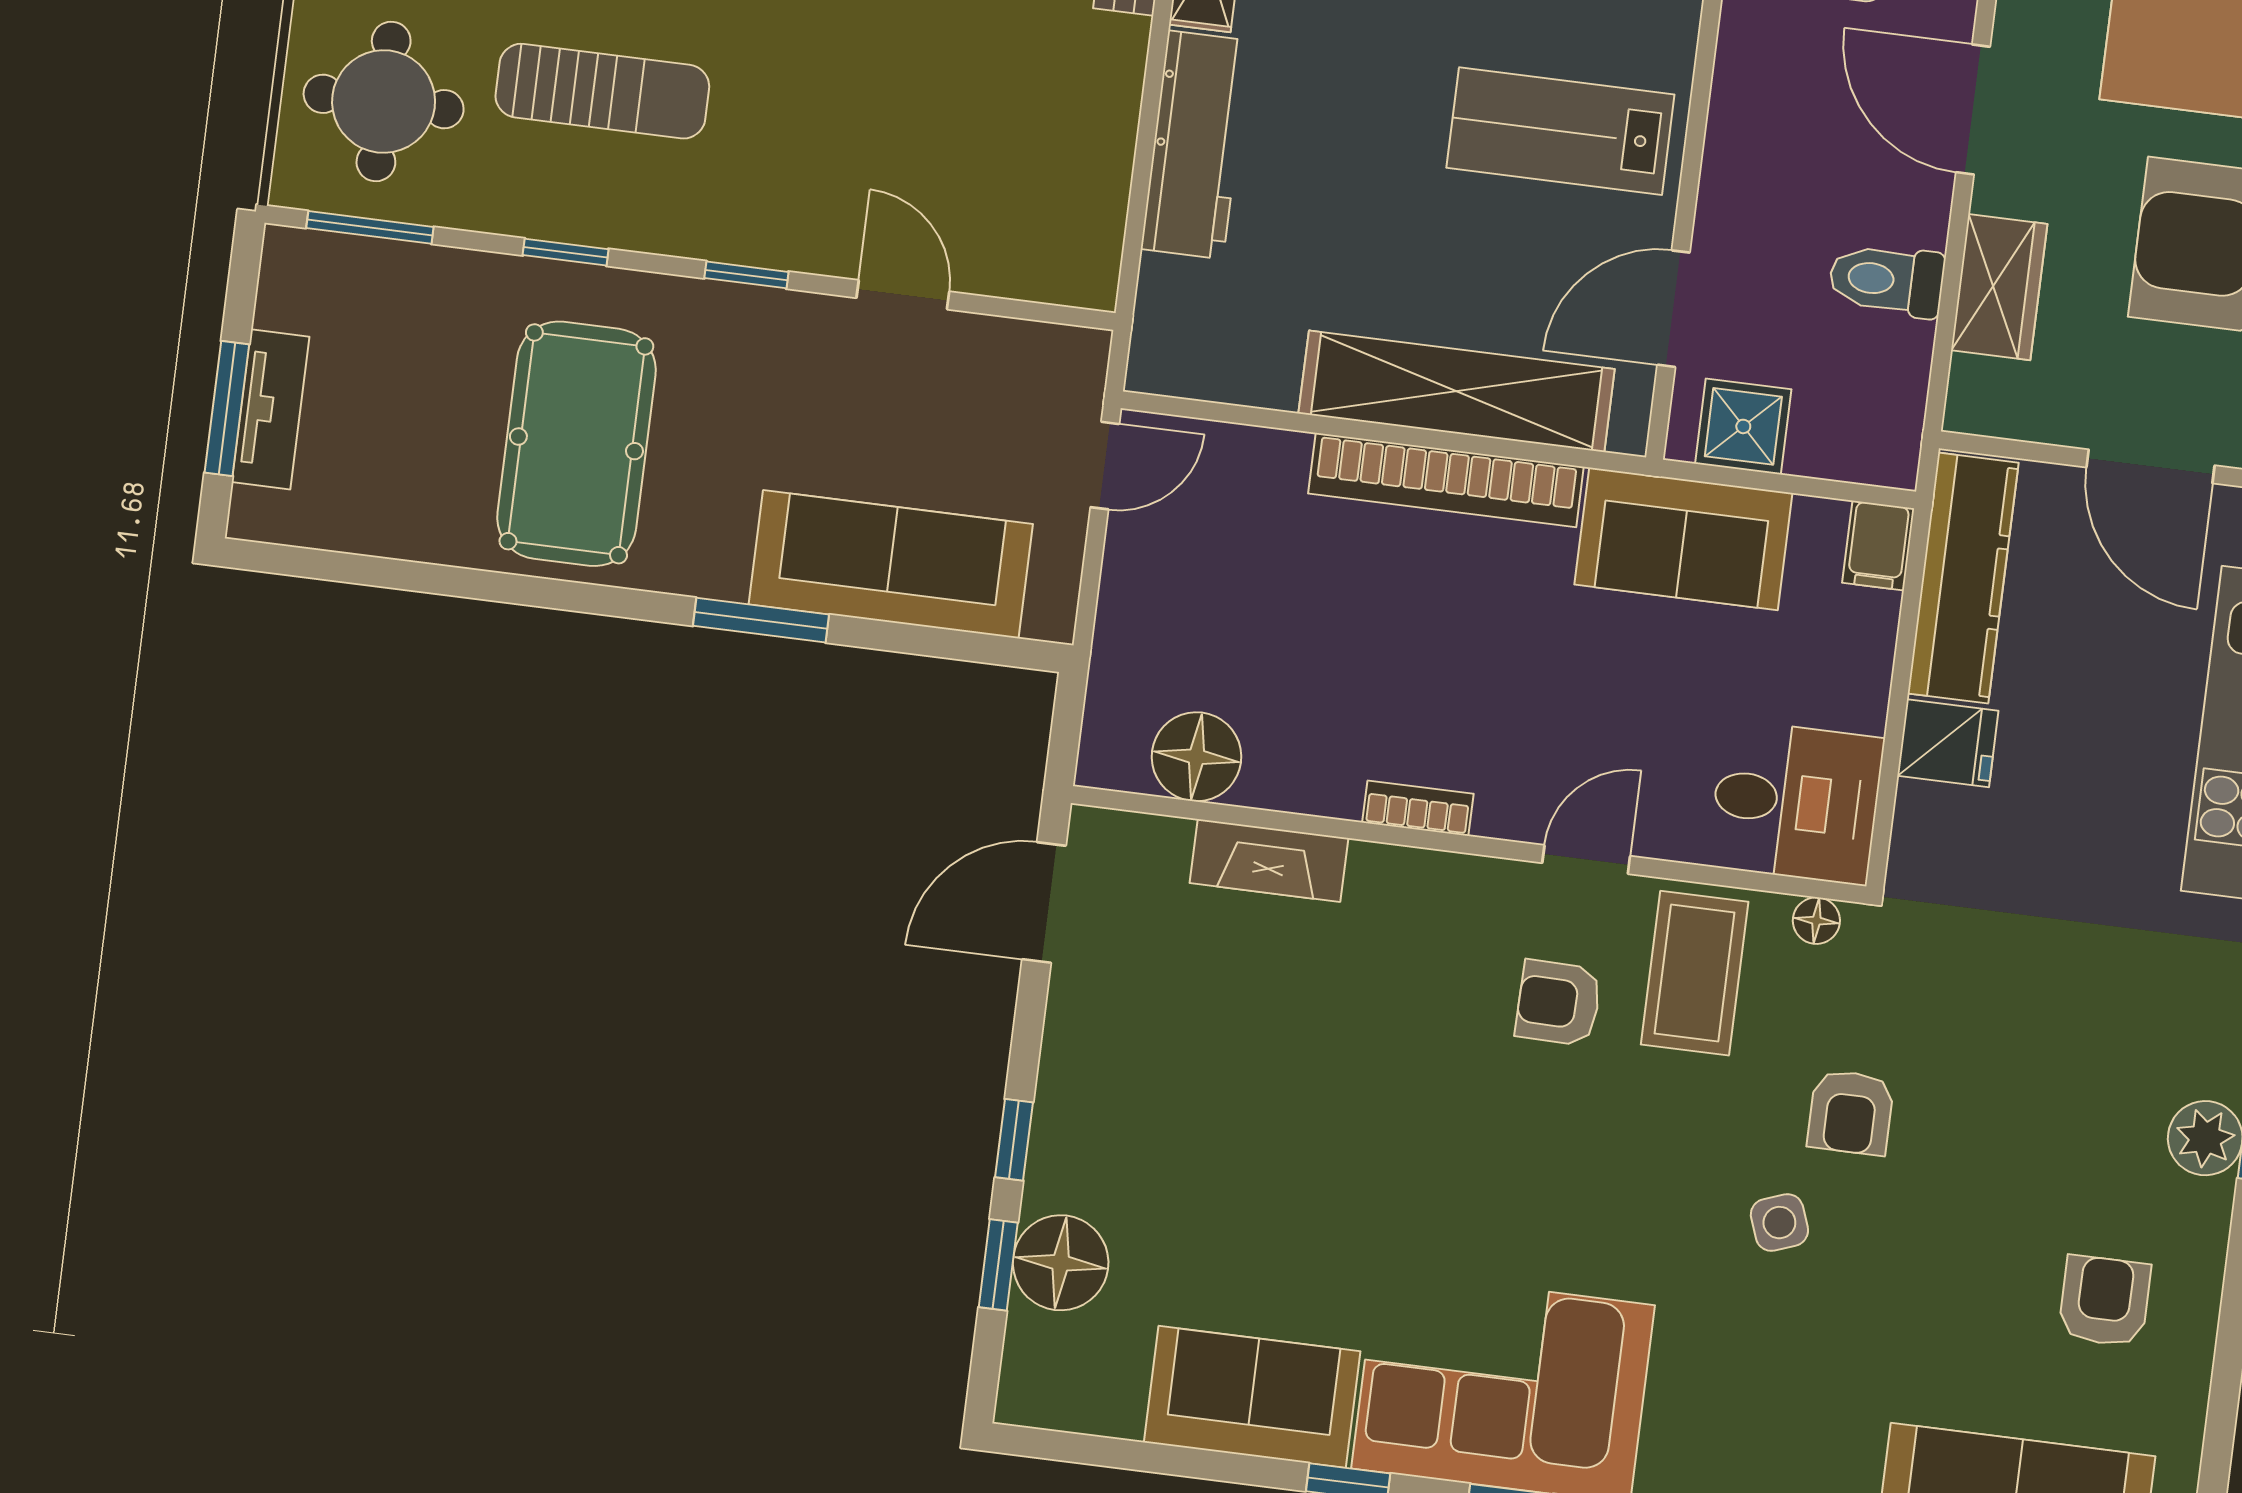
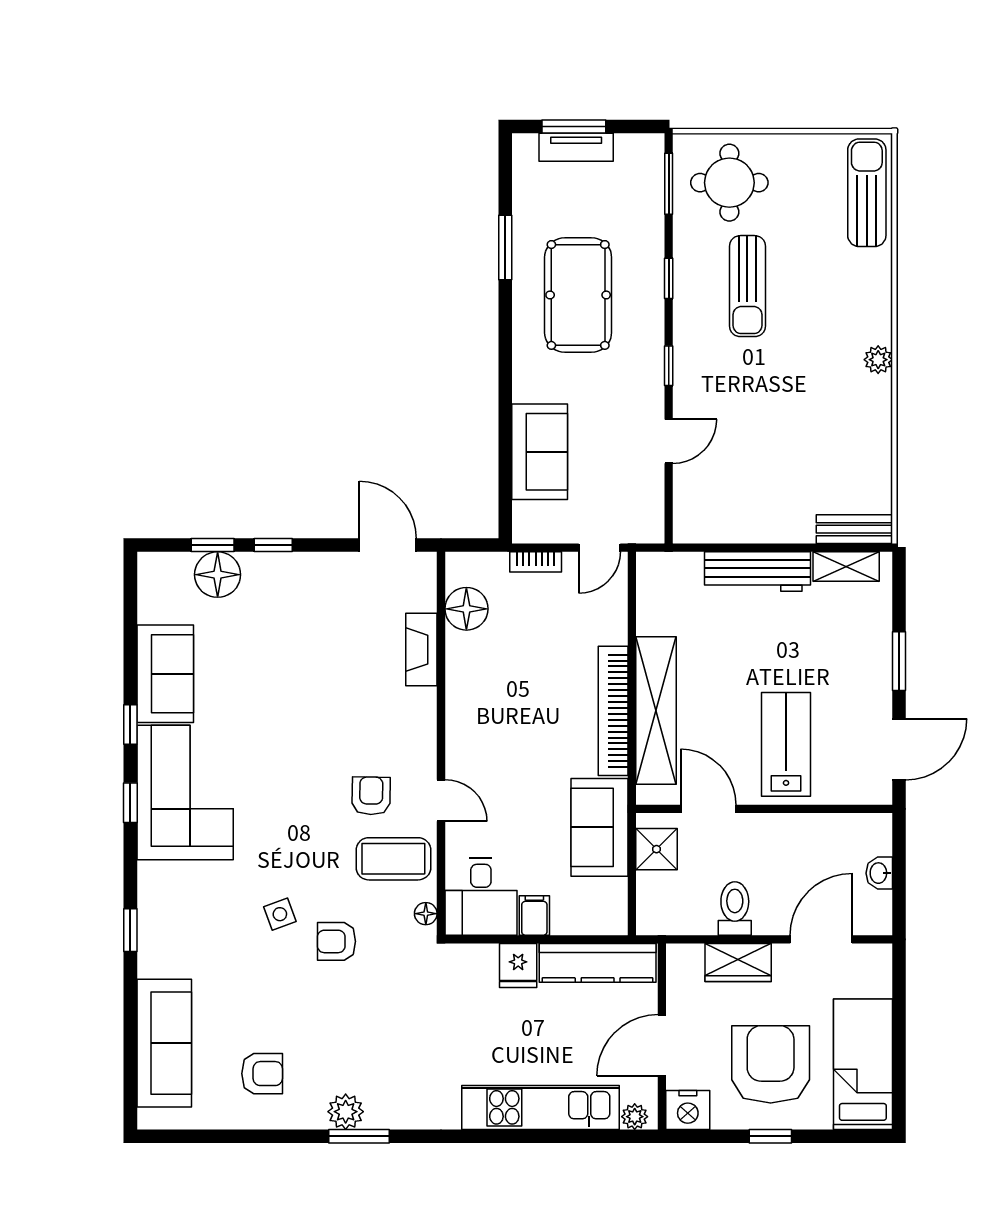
pool table: (576, 444) -> (578, 295), turned 90
door: (1105, 466) -> (600, 548), hinge flipped
filing cabinet: (1878, 546) -> (534, 915), moved, turned 90
sofa: (891, 564) -> (540, 452), width x0.73
window: (761, 620) -> (505, 248), moved
bookcase: (1418, 808) -> (536, 562), moved, turned 90

